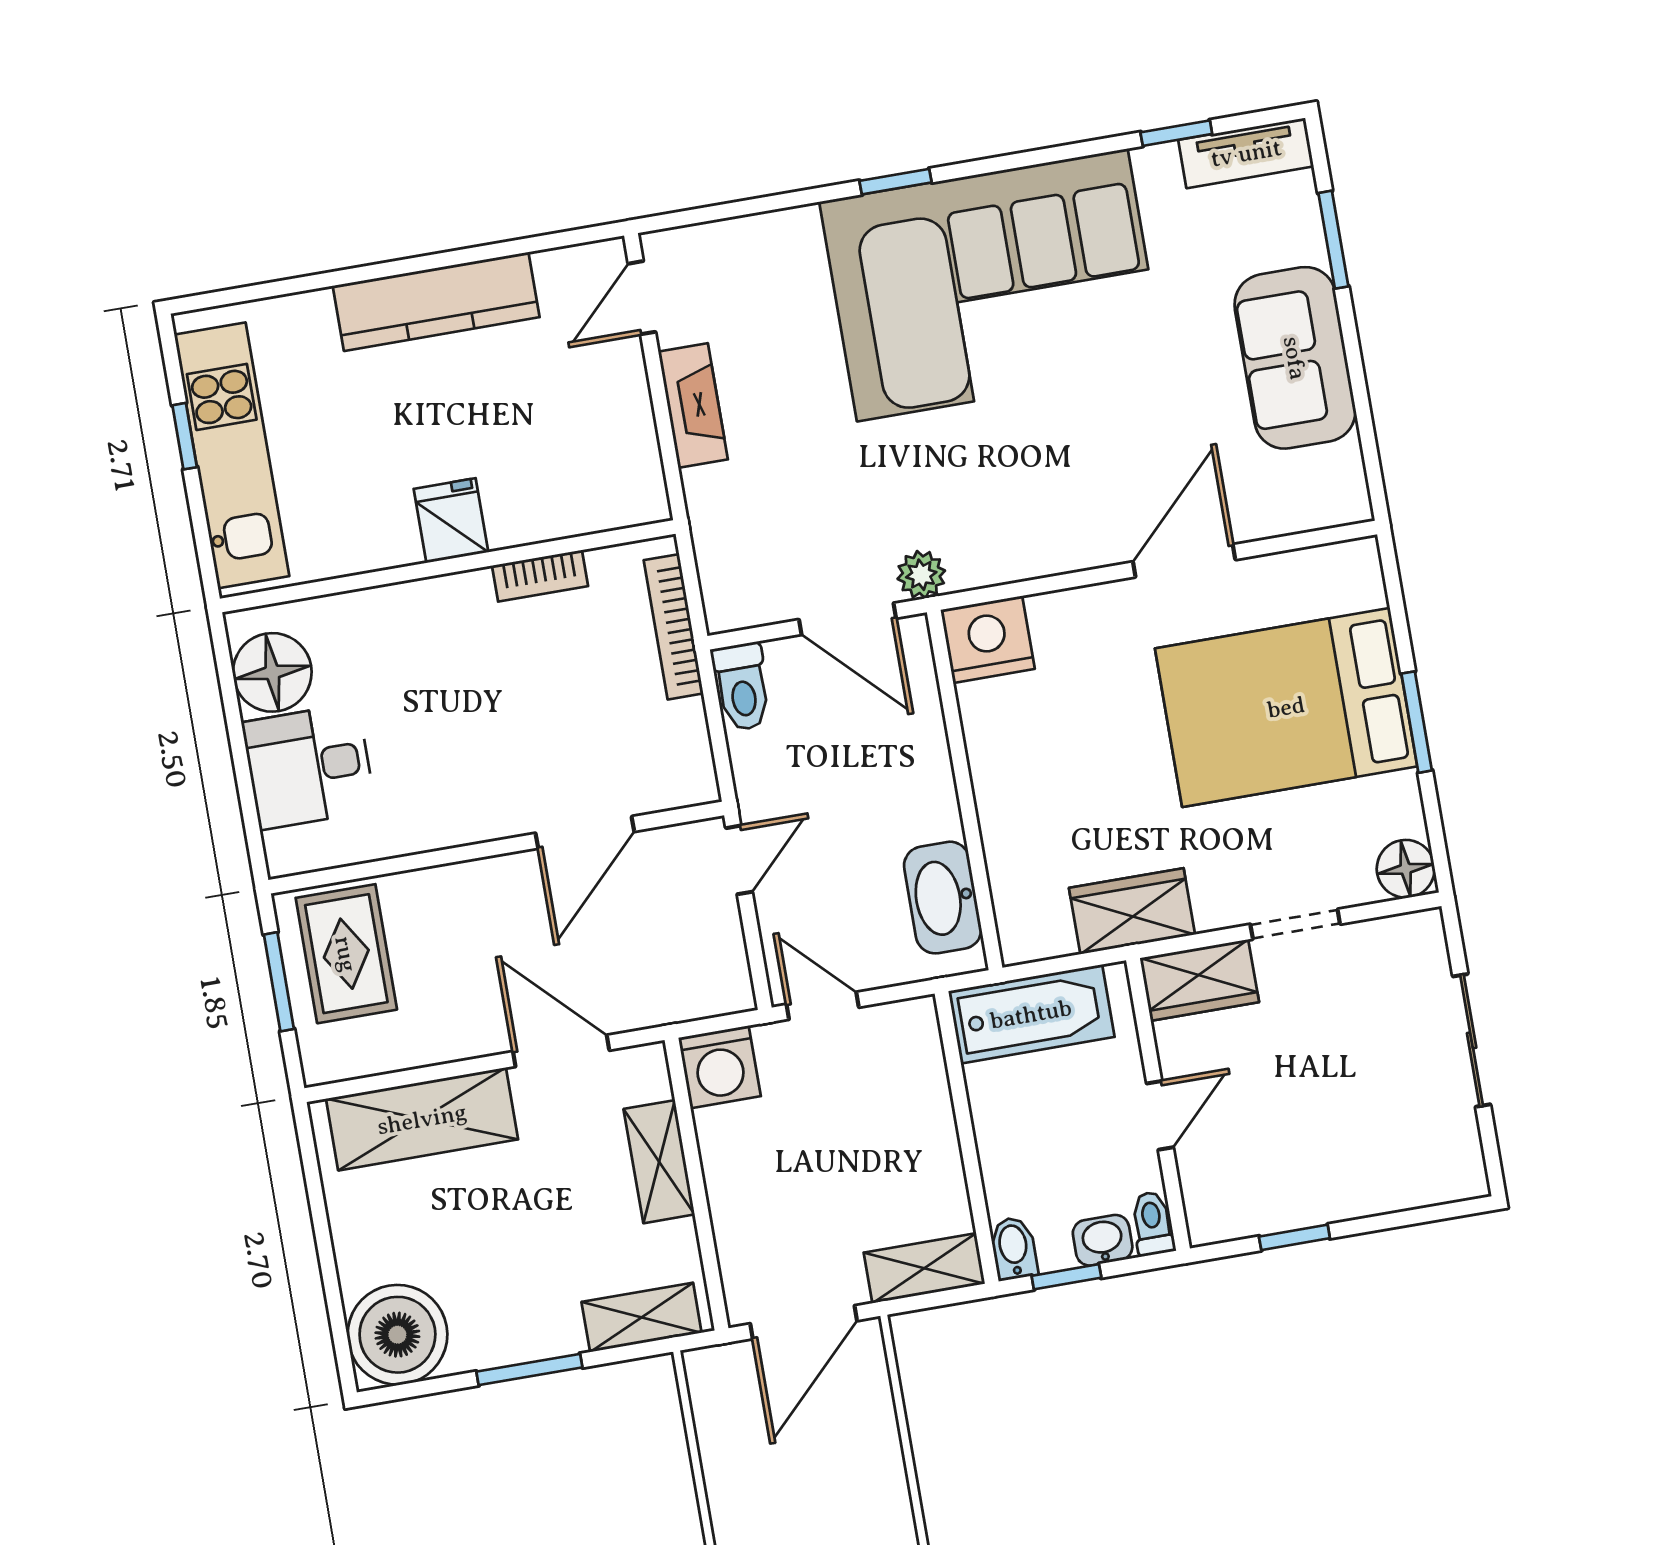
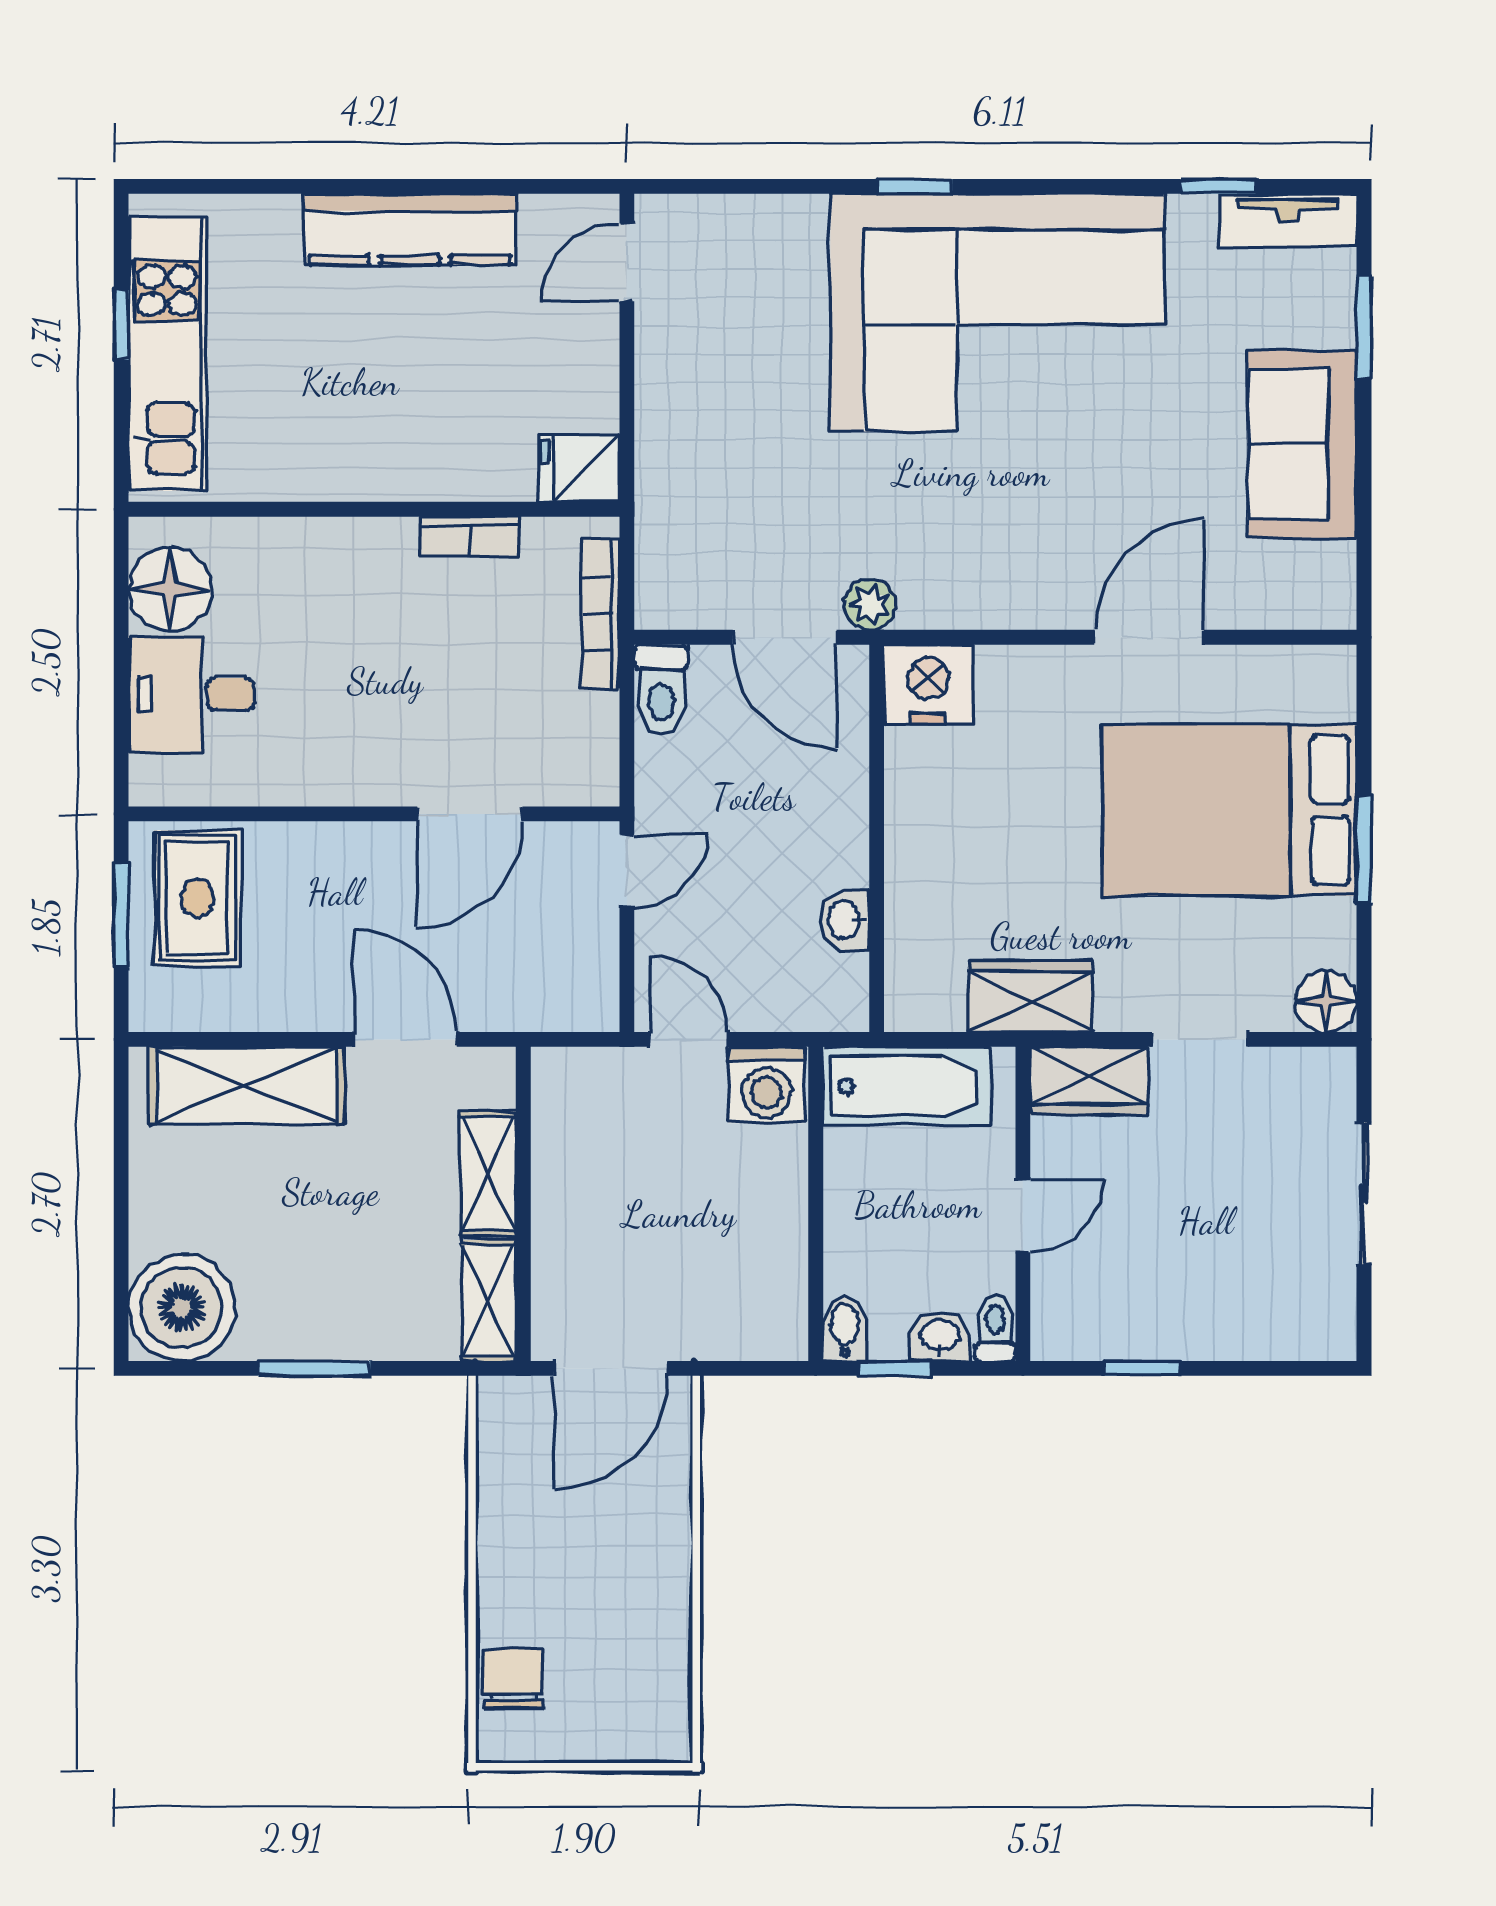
fireplace: (693, 406) -> (661, 385), removed
fridge: (451, 521) -> (579, 468), moved, turned -90
washbasin: (943, 898) -> (845, 920), width x0.52, depth x0.69
washing machine: (720, 1067) -> (766, 1085), moved
shelving: (924, 1268) -> (747, 1334), removed
shelving: (642, 1317) -> (489, 1301), moved, turned 90

